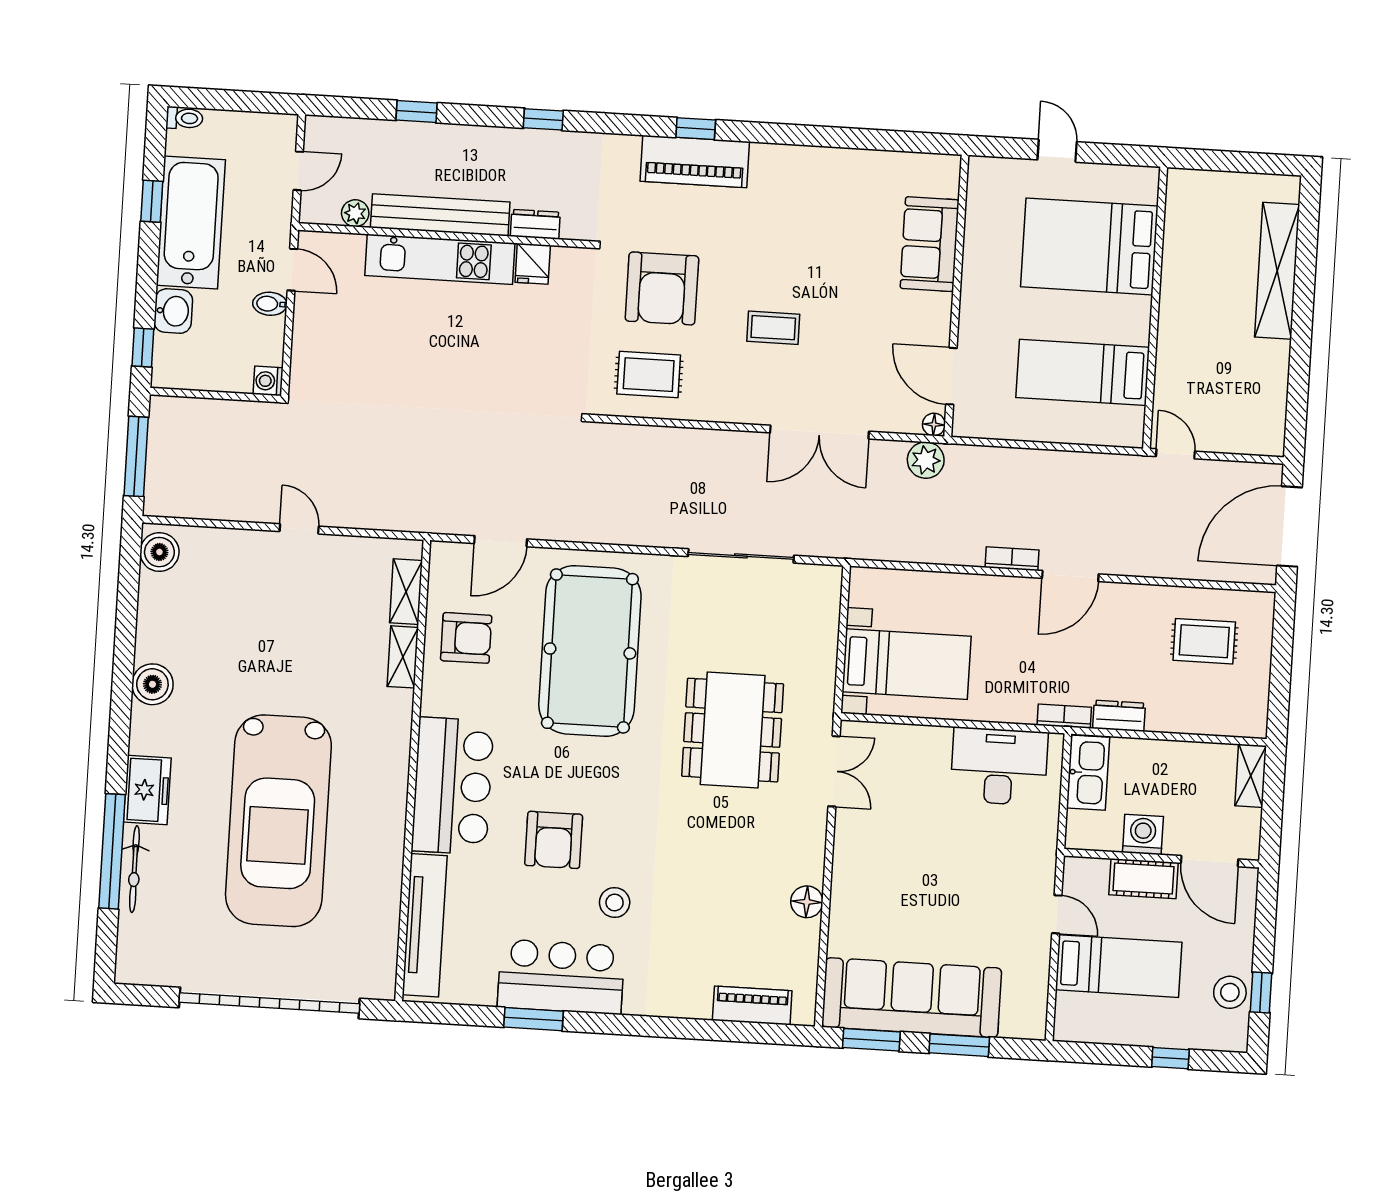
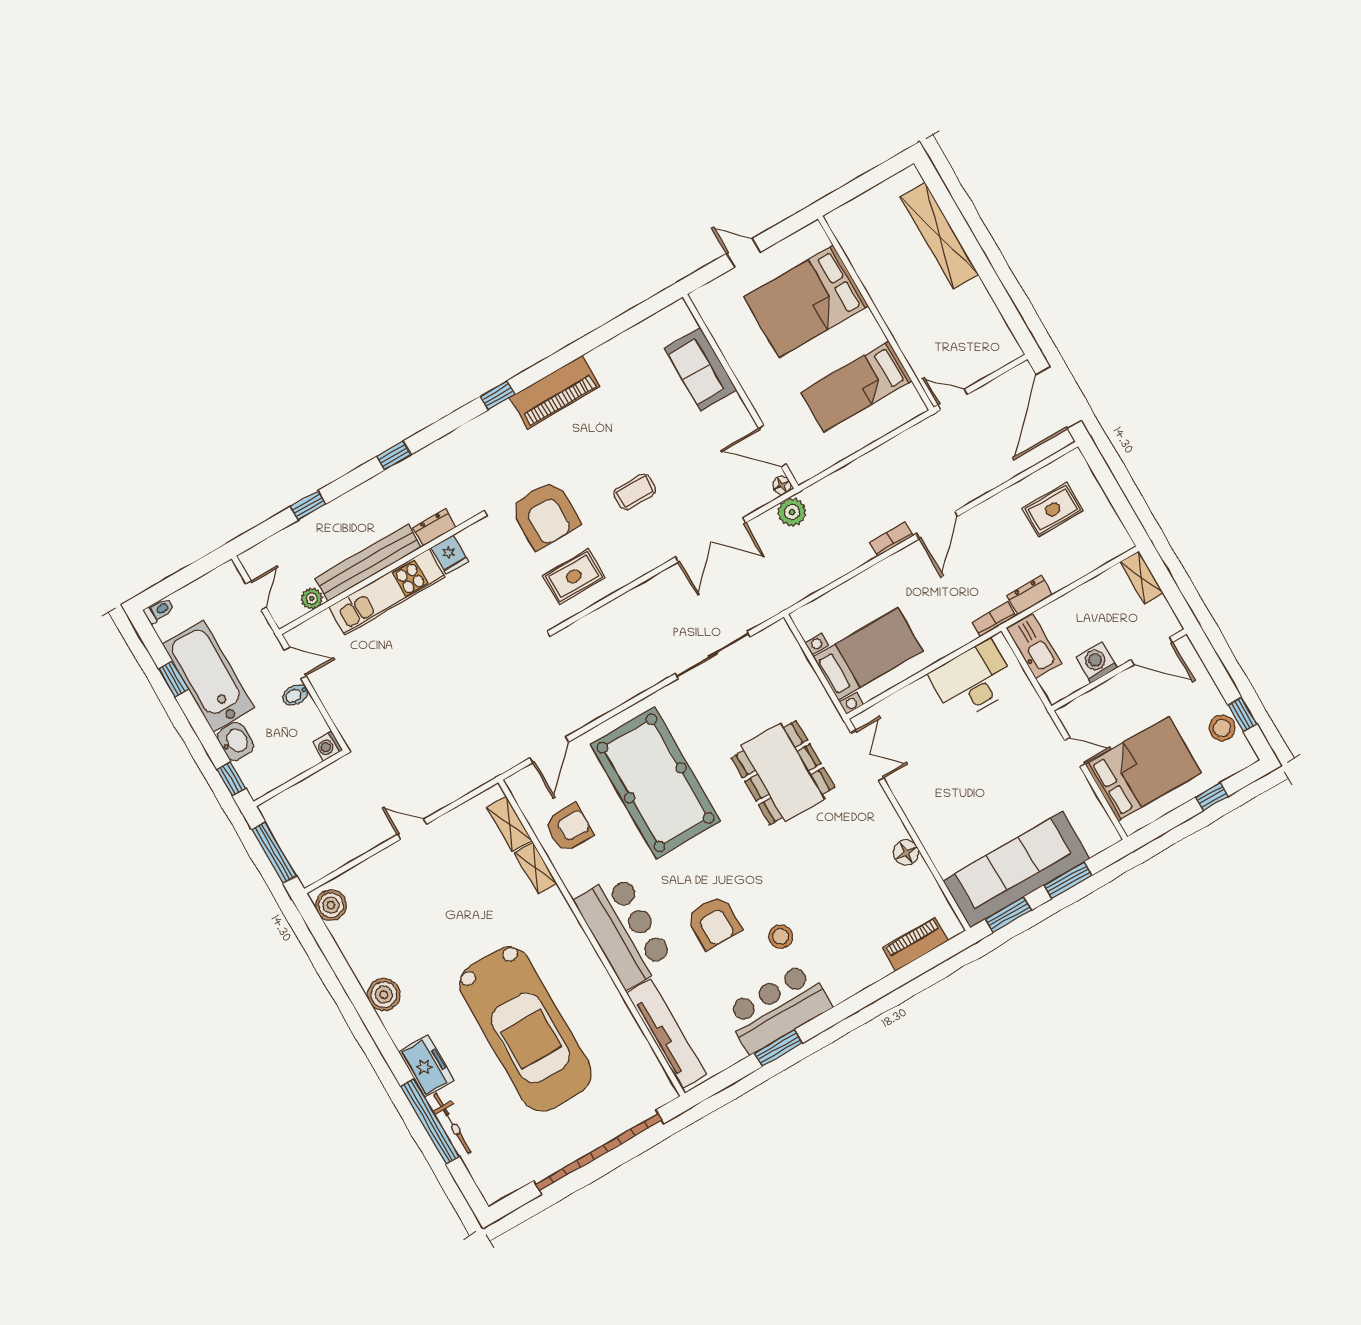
piano: (695, 161) -> (555, 392), moved
cot: (1143, 879) -> (1116, 691), removed
bed: (1119, 966) -> (1143, 769), width x1.50

